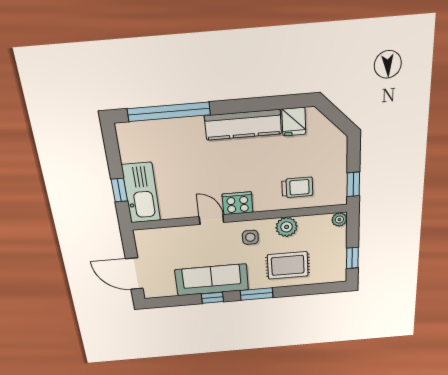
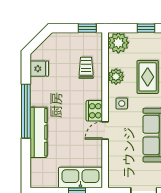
window: (169, 112) -> (26, 111), moved
kitchen counter: (243, 125) -> (38, 132), moved
plant: (339, 219) -> (118, 43), width x1.88, depth x1.88

